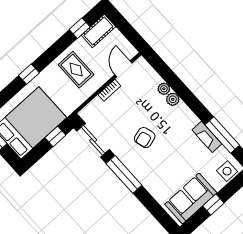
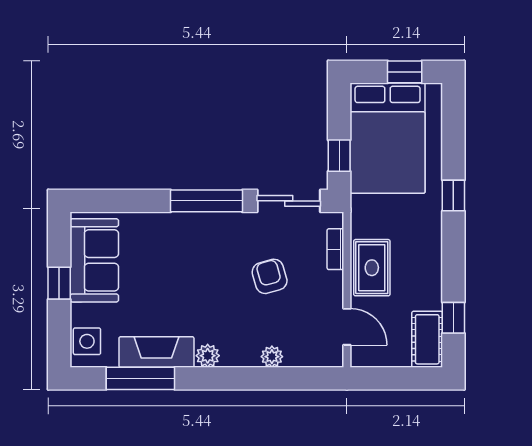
rug: (76, 70) -> (372, 268), moved, turned 90
bookcase: (109, 90) -> (335, 249), moved
plant: (173, 99) -> (208, 356), moved
fireplace: (207, 137) -> (156, 352), width x1.37, depth x1.32
armchair: (145, 138) -> (270, 276), moved

